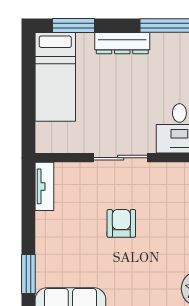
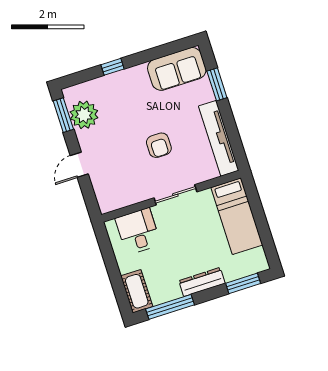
bed: (55, 77) -> (237, 216), moved, turned 180
tv unit: (44, 186) -> (219, 138), width x1.92, depth x1.29

